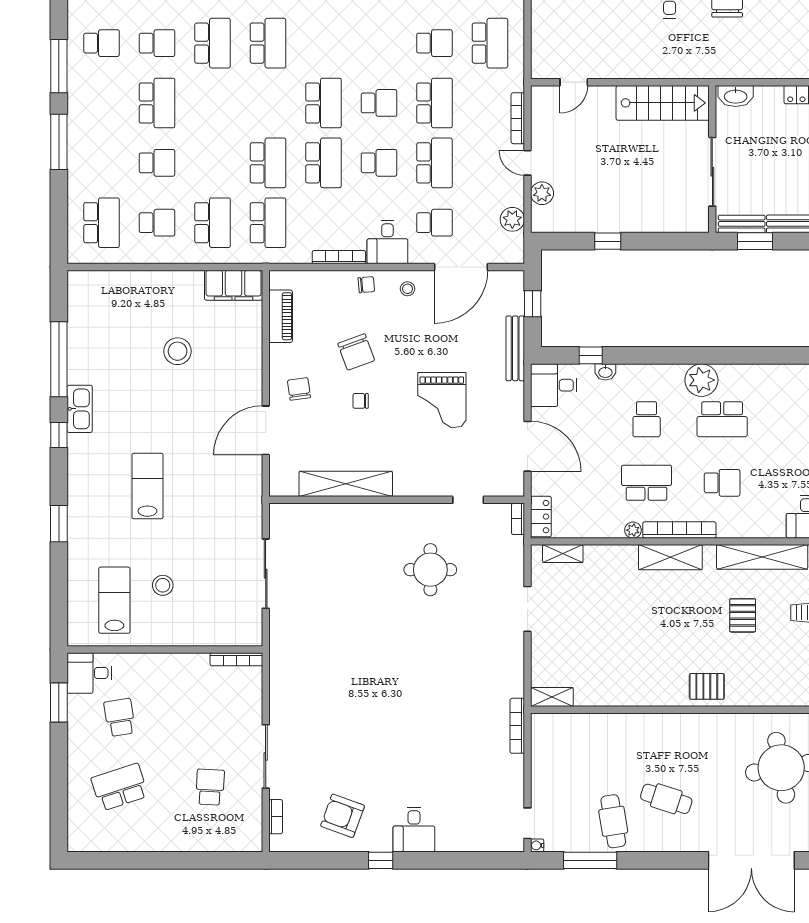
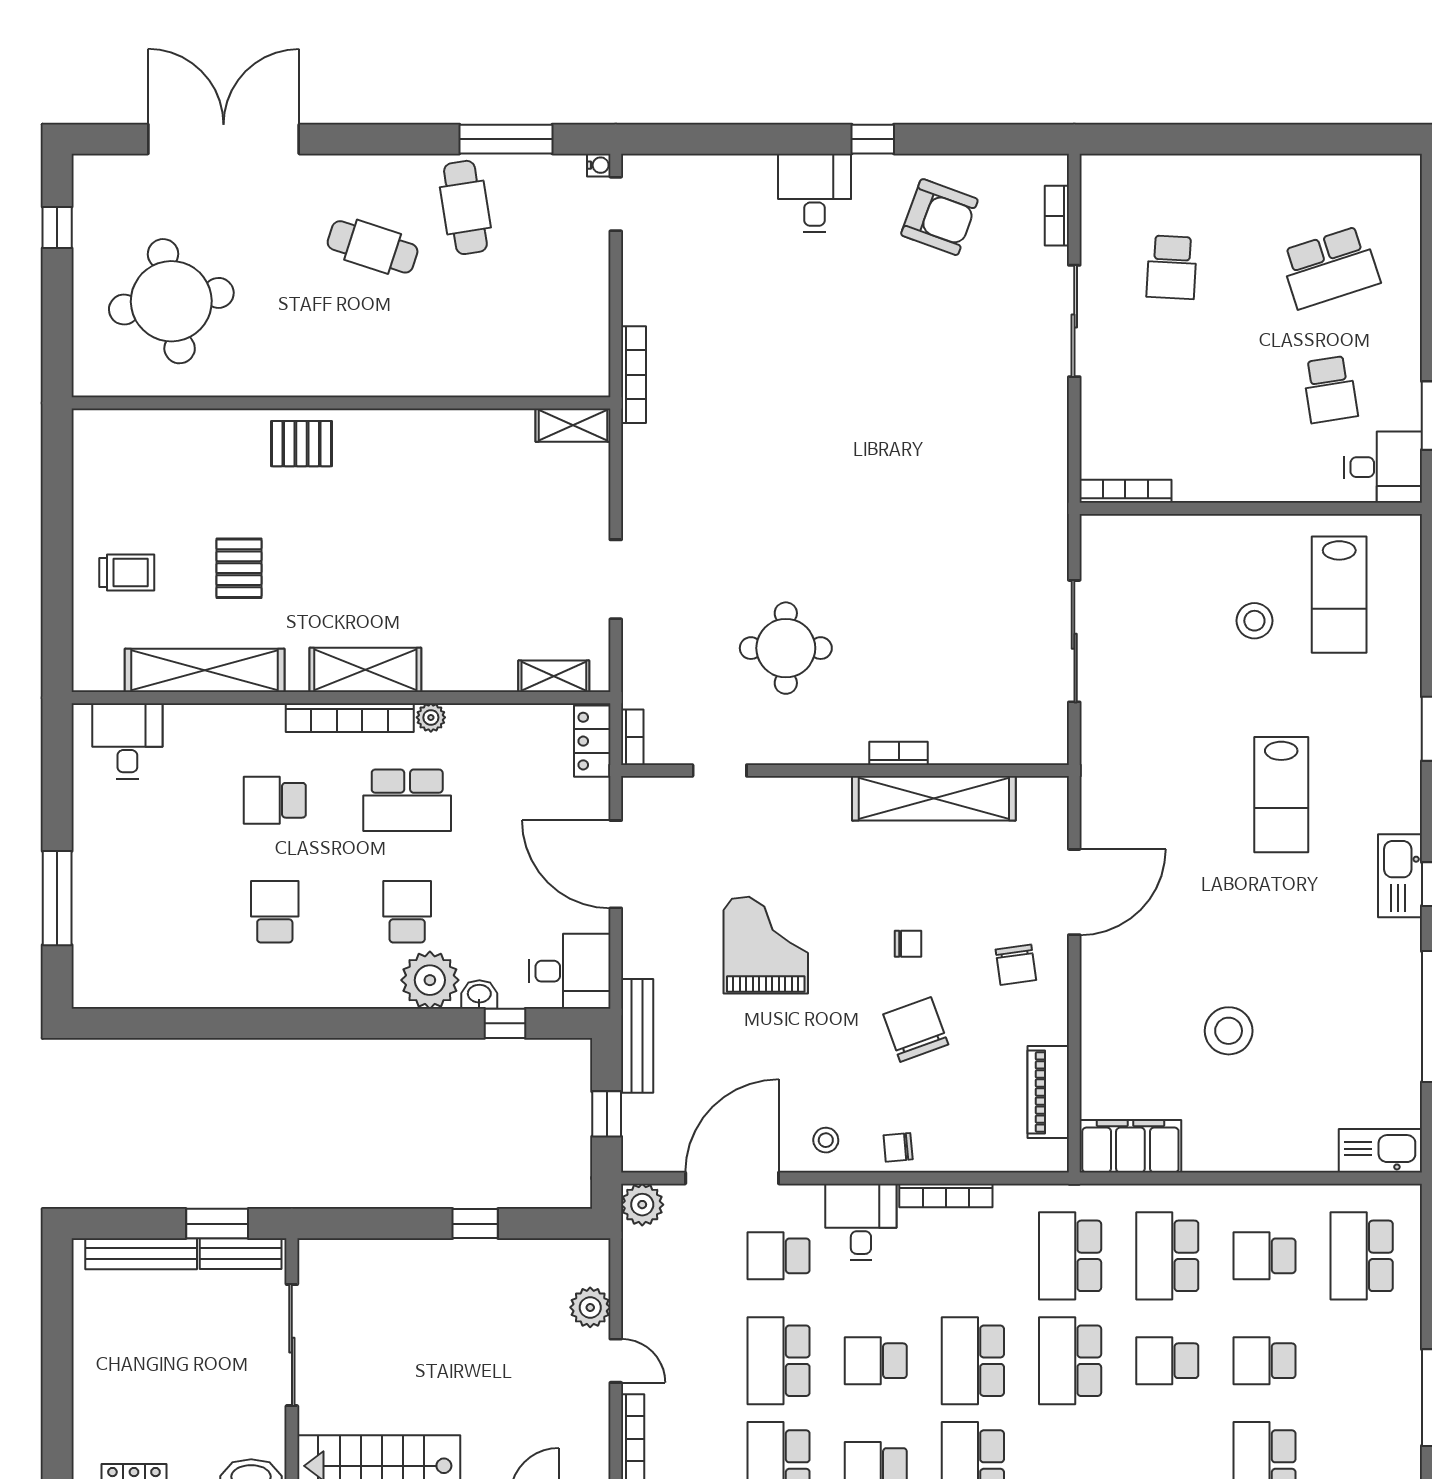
school desk: (213, 163) -> (1167, 1361), added
plant: (512, 219) -> (642, 1205), moved
kitchen sink: (91, 283) -> (1380, 1151), added
plant: (701, 380) -> (430, 980), moved
kitchen sink: (80, 409) -> (1400, 876), moved
school desk: (722, 419) -> (275, 912), width x0.54
bookcase: (366, 510) -> (899, 753), added

